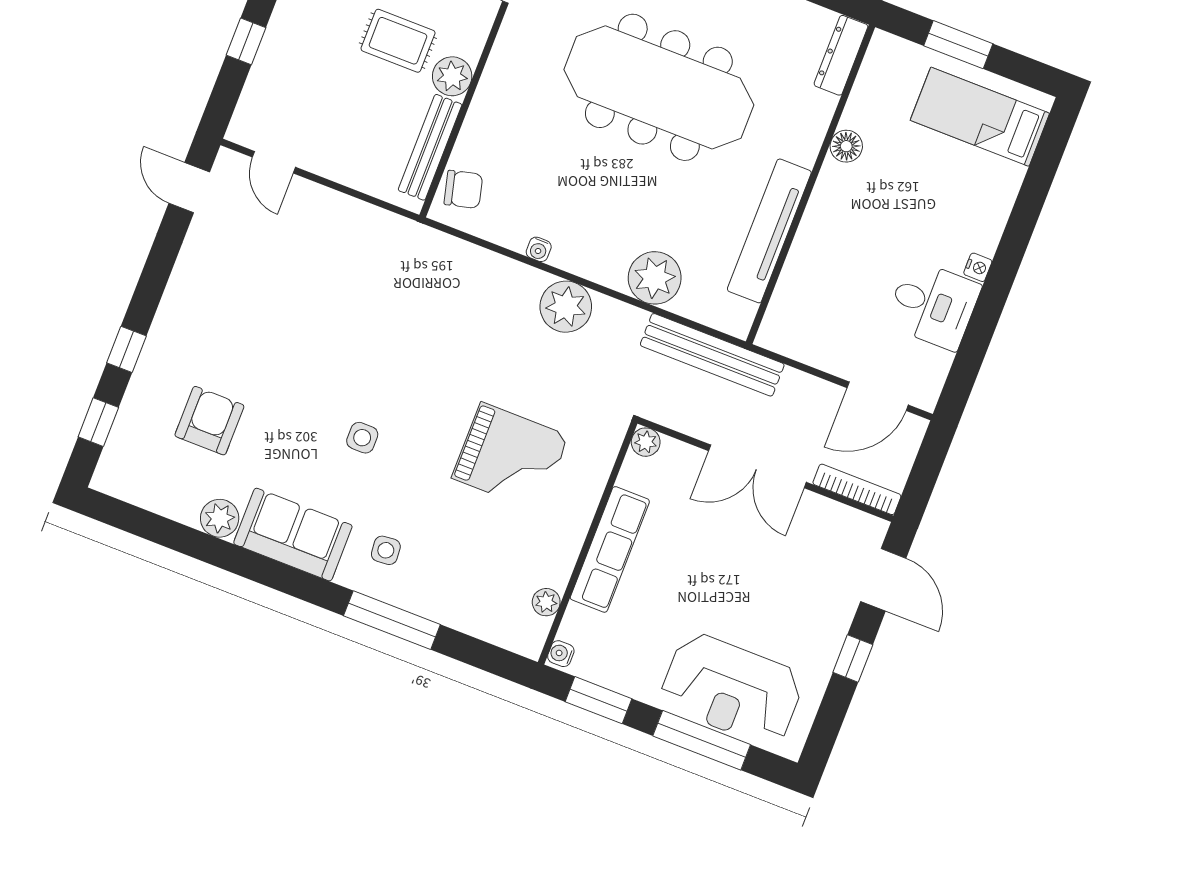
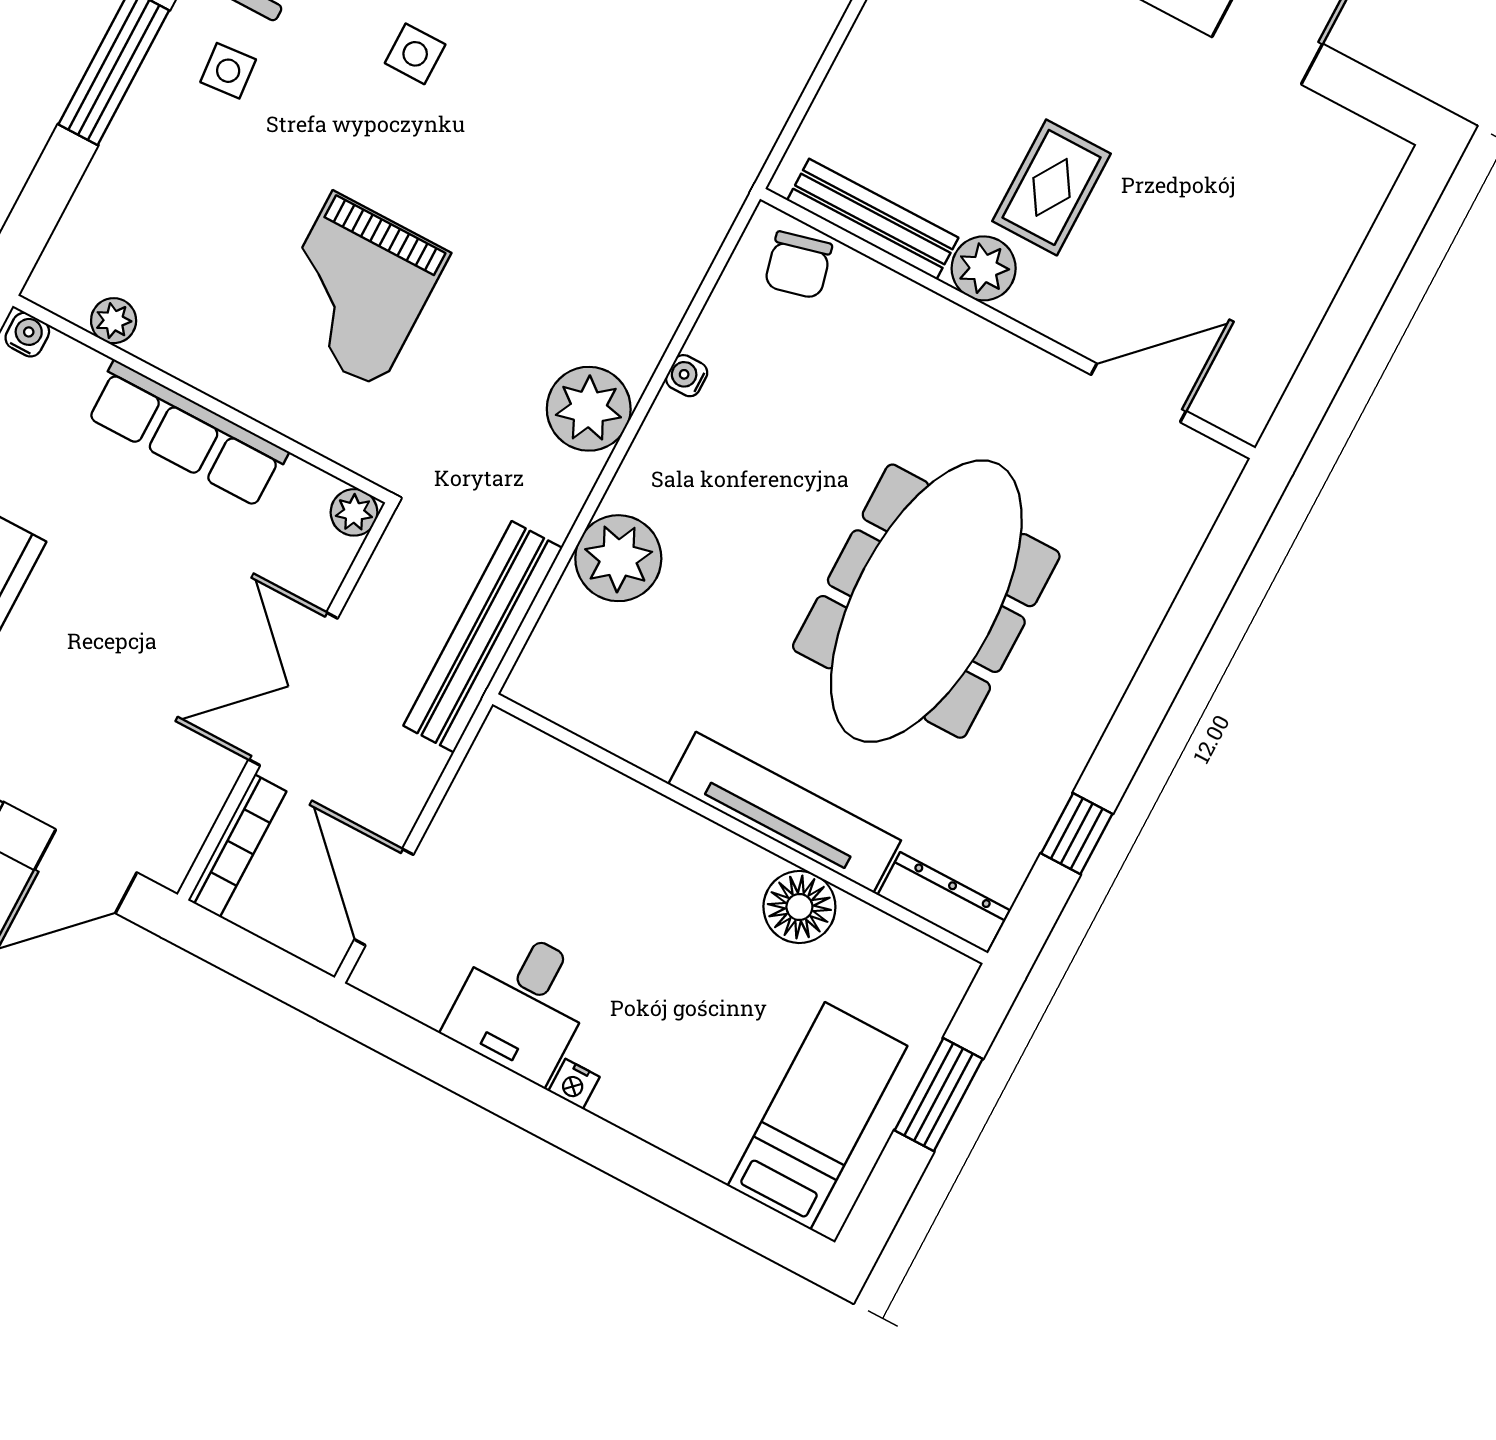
floor lamp: (846, 146) -> (799, 907), width x1.38, depth x1.38
tv unit: (769, 231) -> (785, 812), moved

